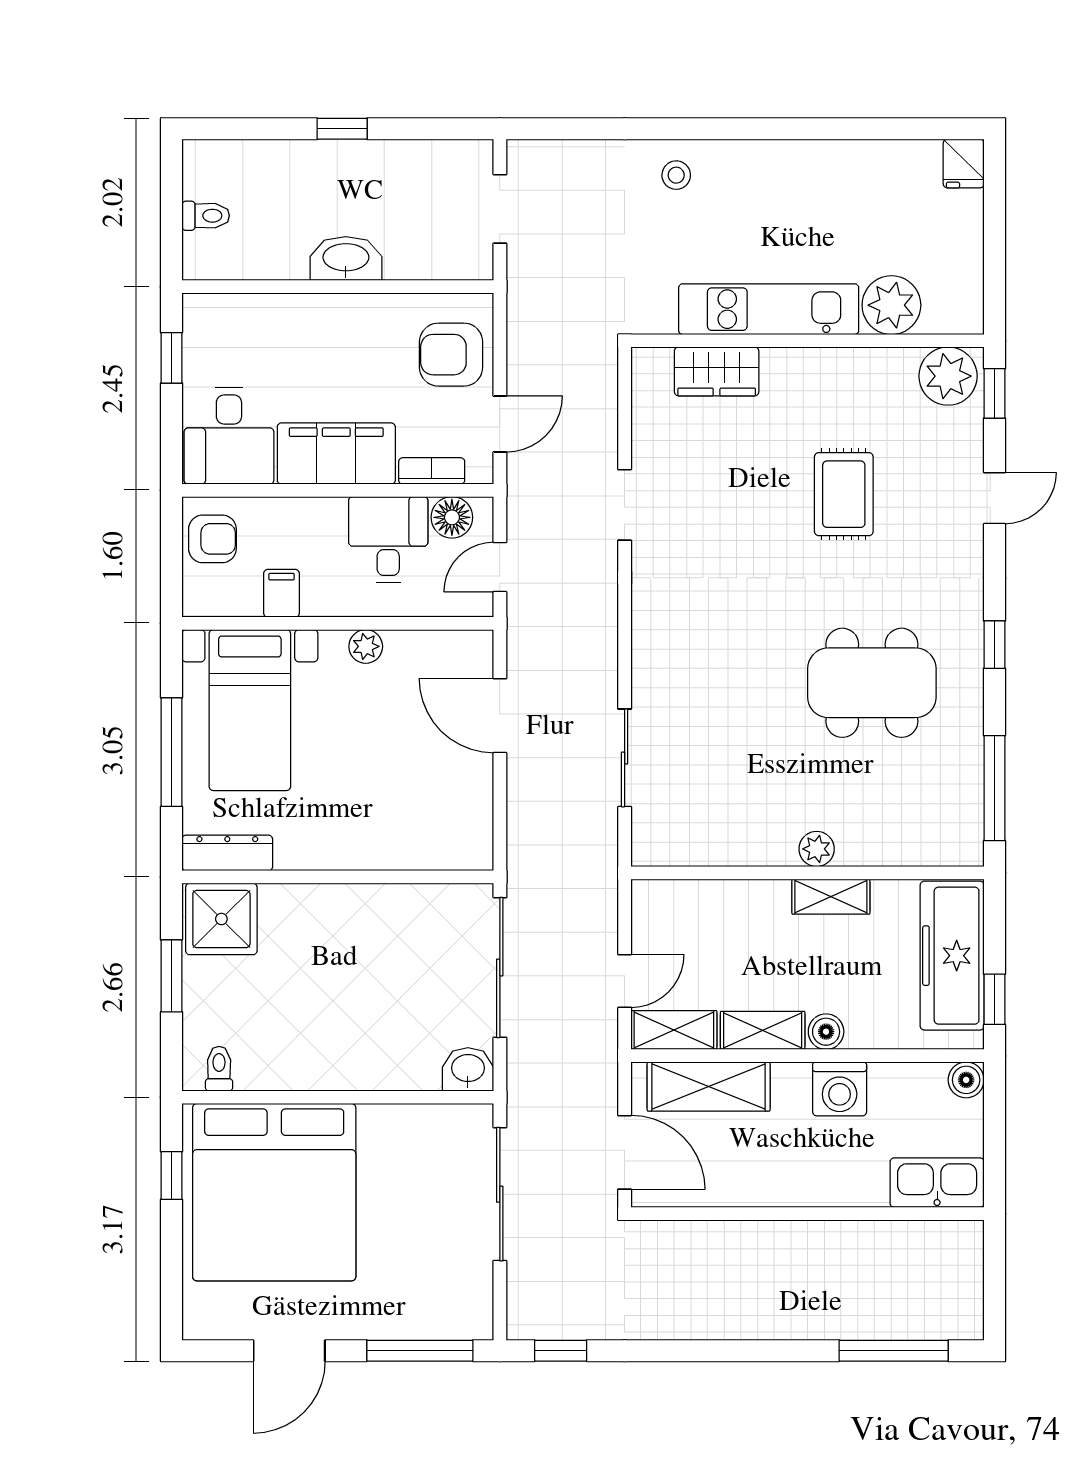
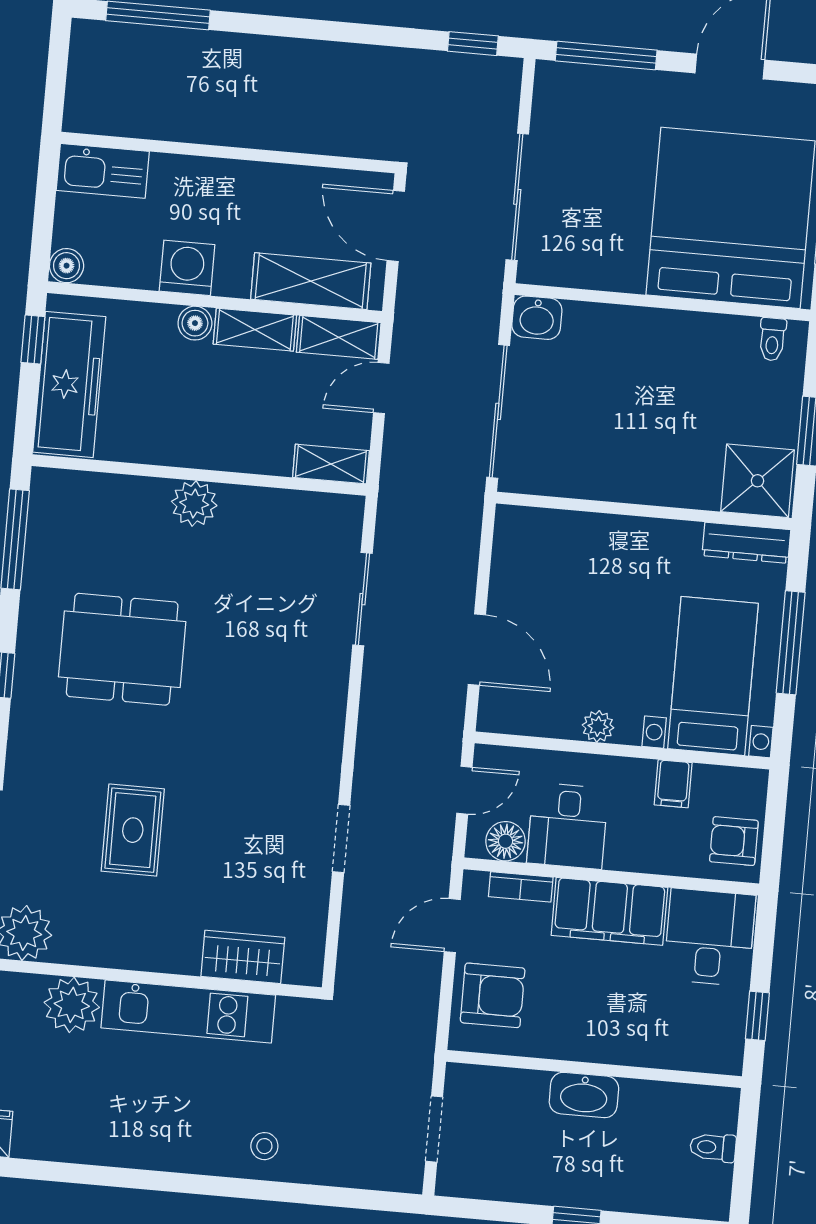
plant: (817, 849) -> (194, 504), width x1.38, depth x1.38
shelving: (831, 897) -> (331, 464), moved

